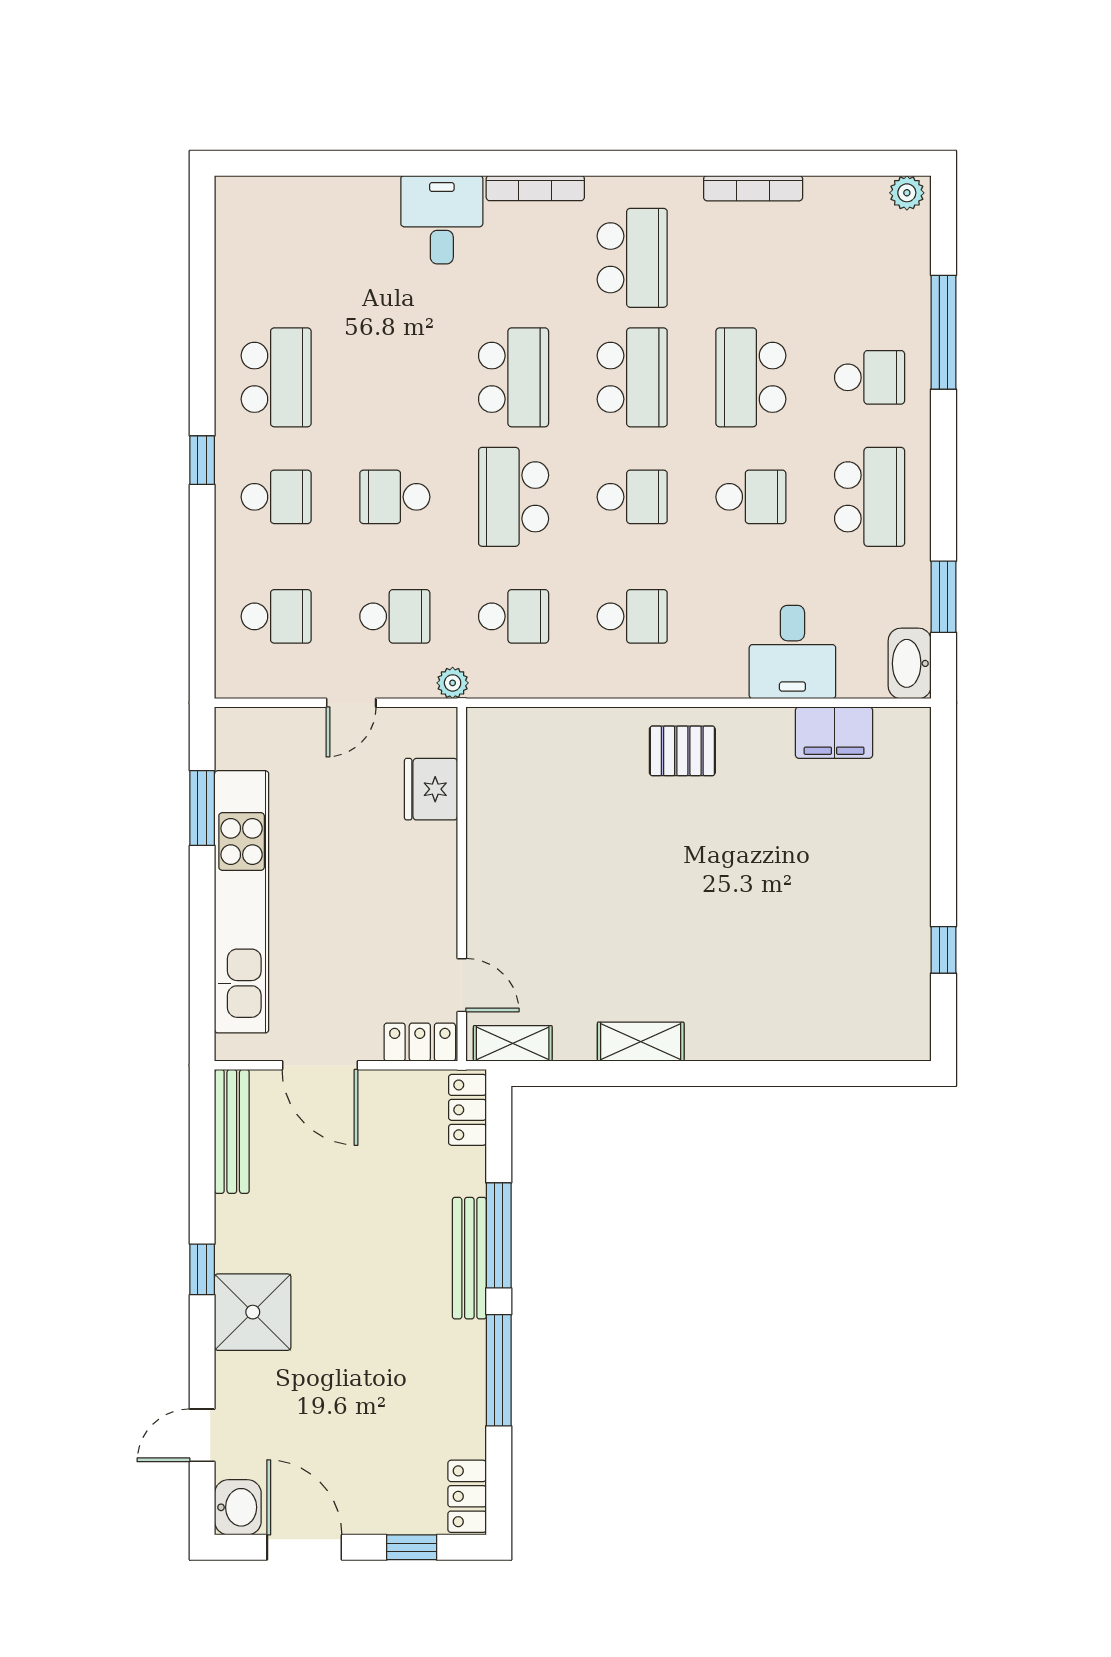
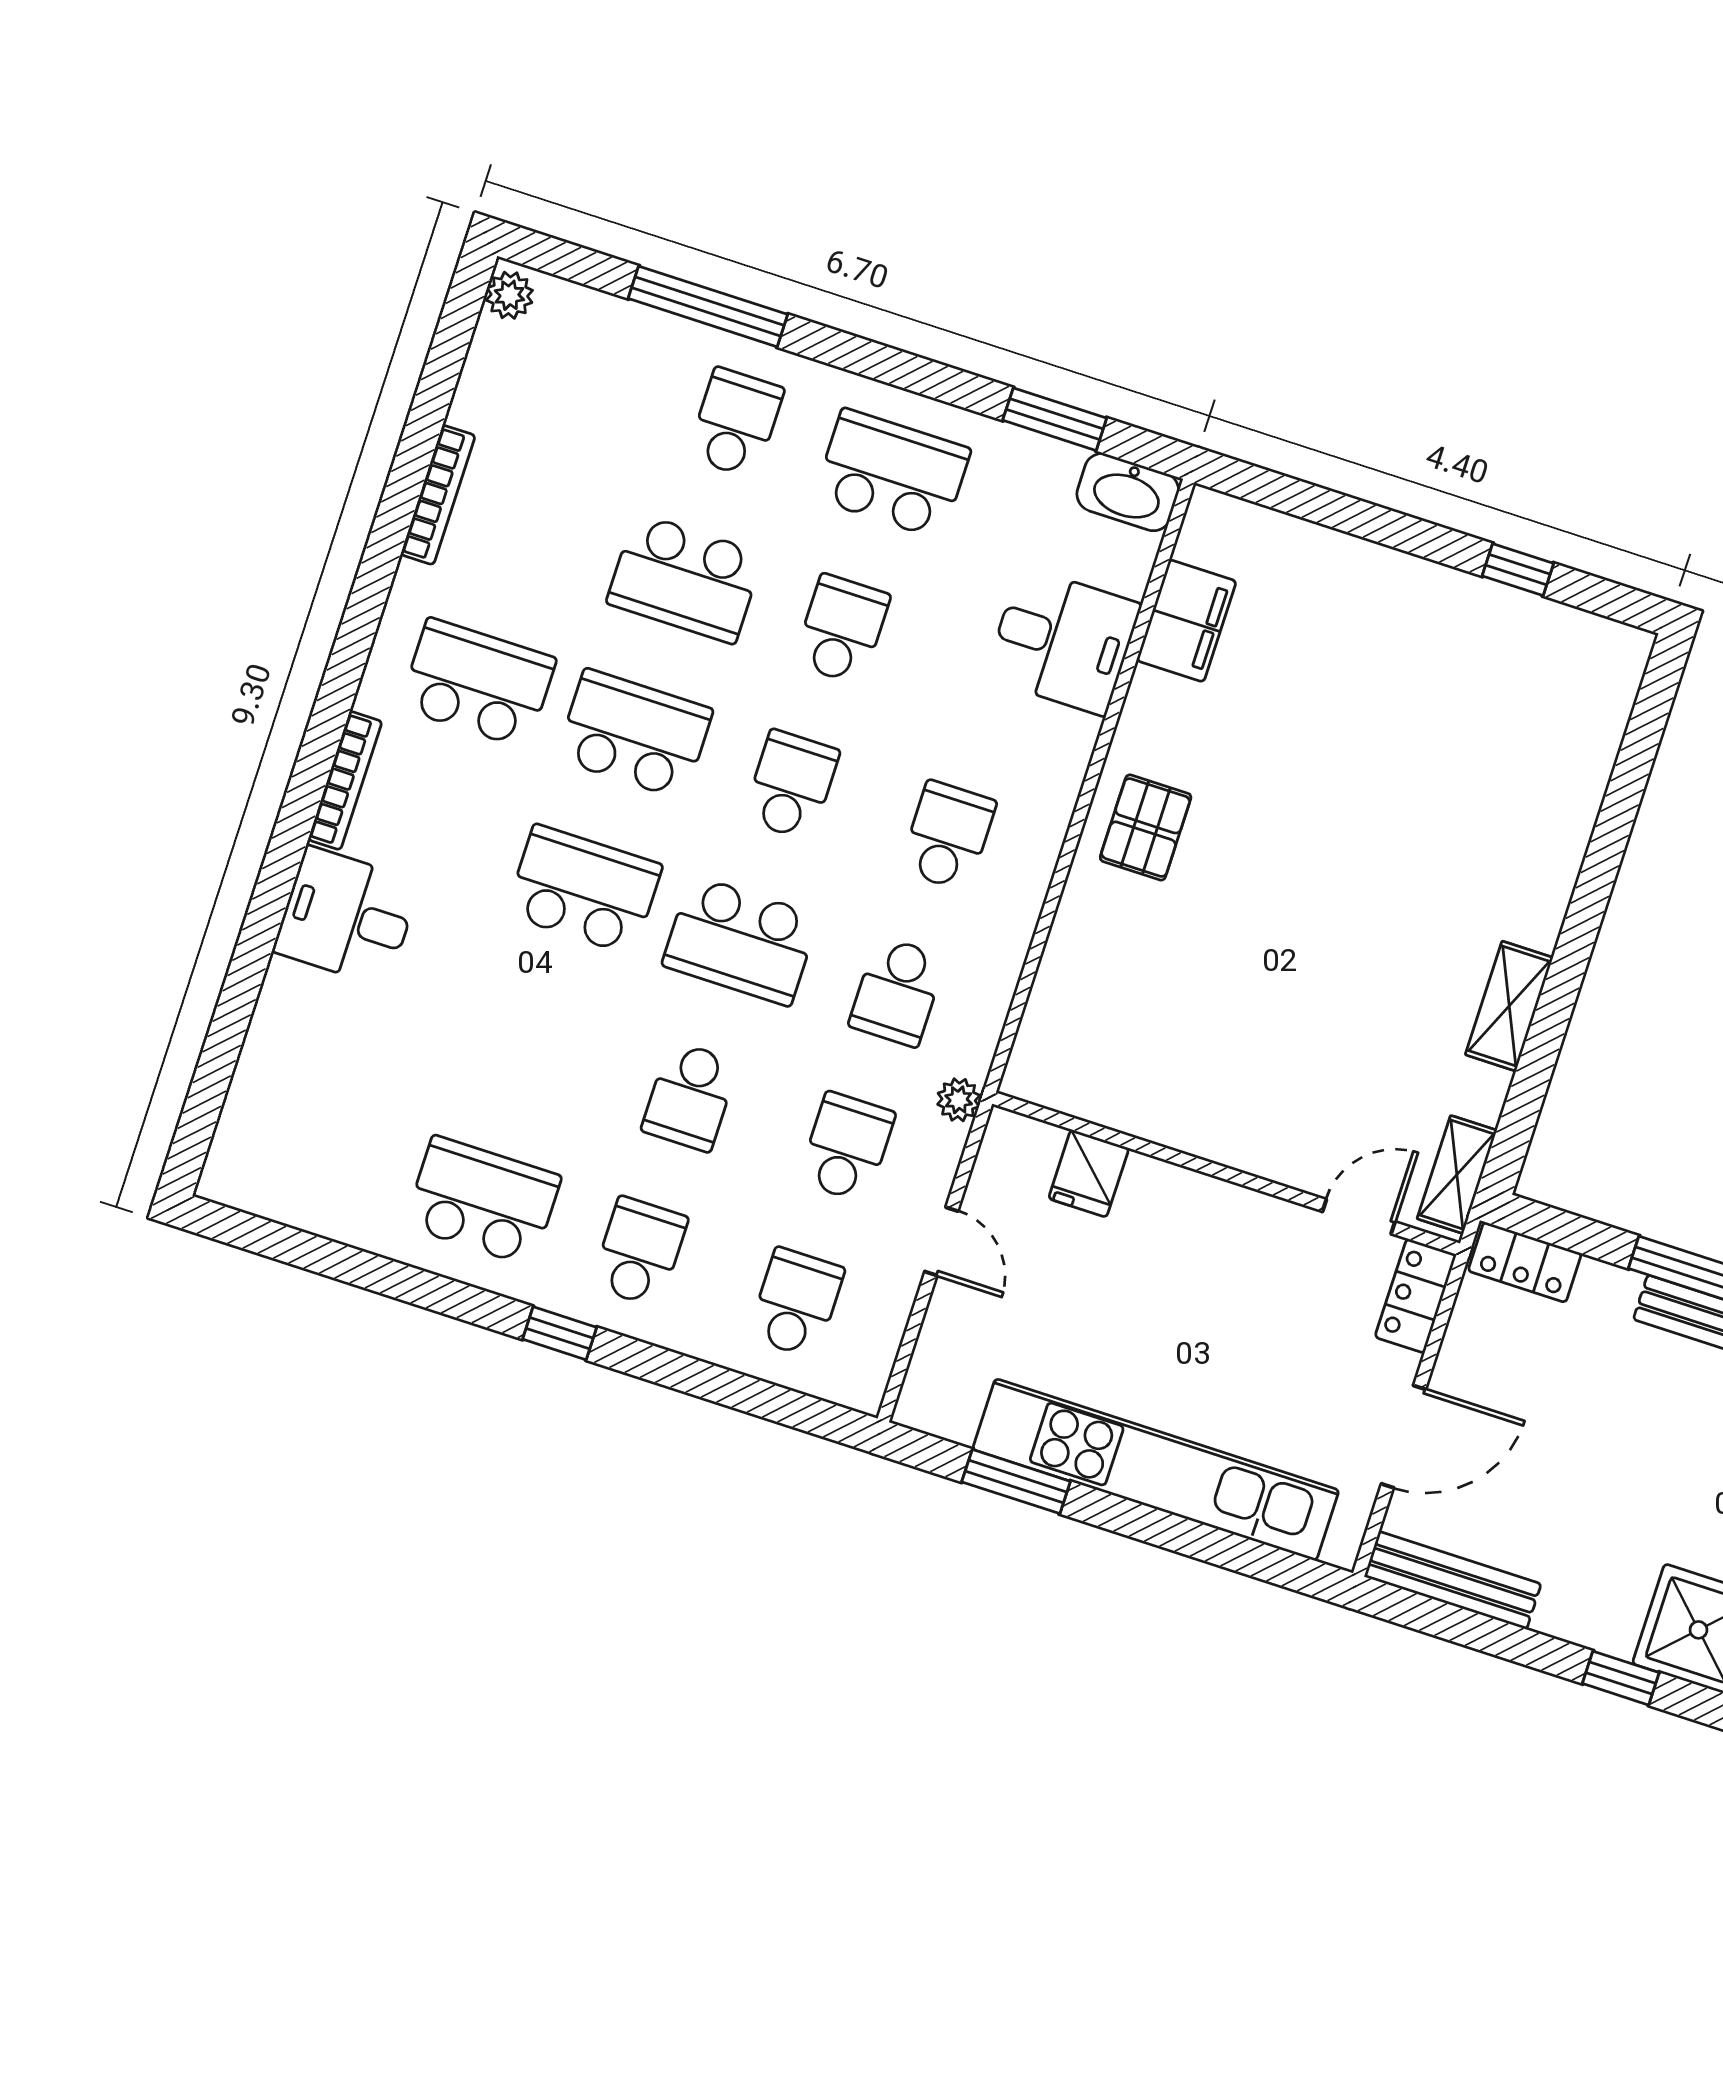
school desk: (514, 616) -> (897, 992), turned 180
fridge: (431, 789) -> (1089, 1173), width x0.72

